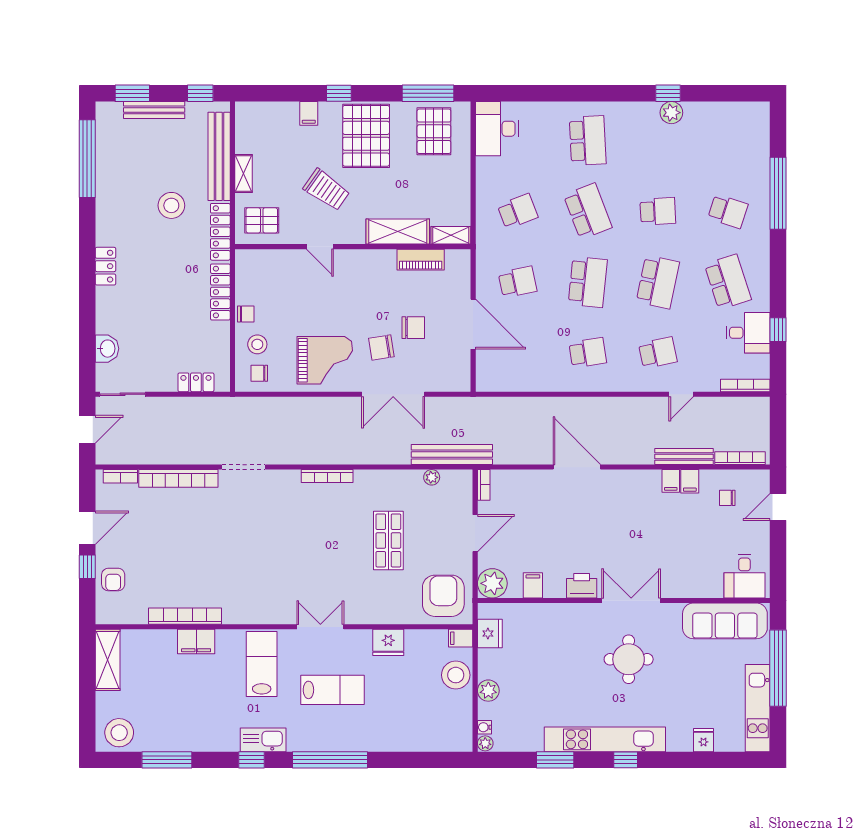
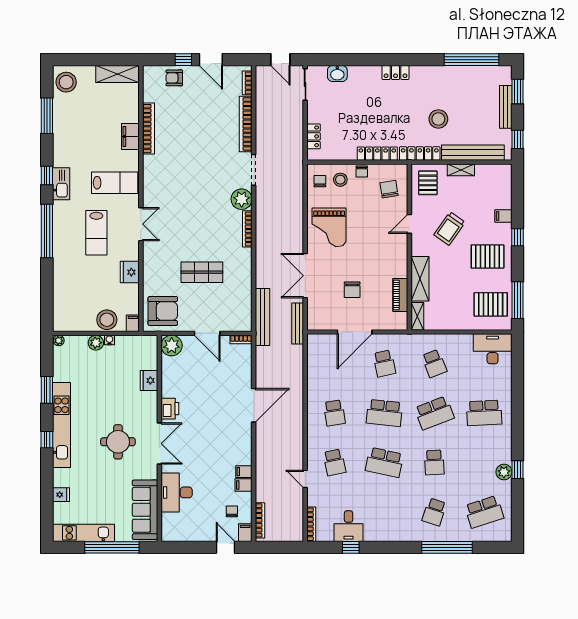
pallet: (366, 136) -> (488, 256), width x0.73, depth x0.71
school desk: (728, 282) -> (484, 512), moved
chair: (381, 348) -> (389, 189), moved
bench: (684, 456) -> (298, 324), moved
plant: (432, 477) -> (242, 199), moved, width x1.88, depth x1.88
desk: (744, 576) -> (177, 492), moved, width x1.37
filing cabinet: (533, 585) -> (245, 533), moved, turned -90
fridge: (490, 634) -> (149, 380), moved, turned 90
water cooler: (484, 727) -> (109, 340), moved

